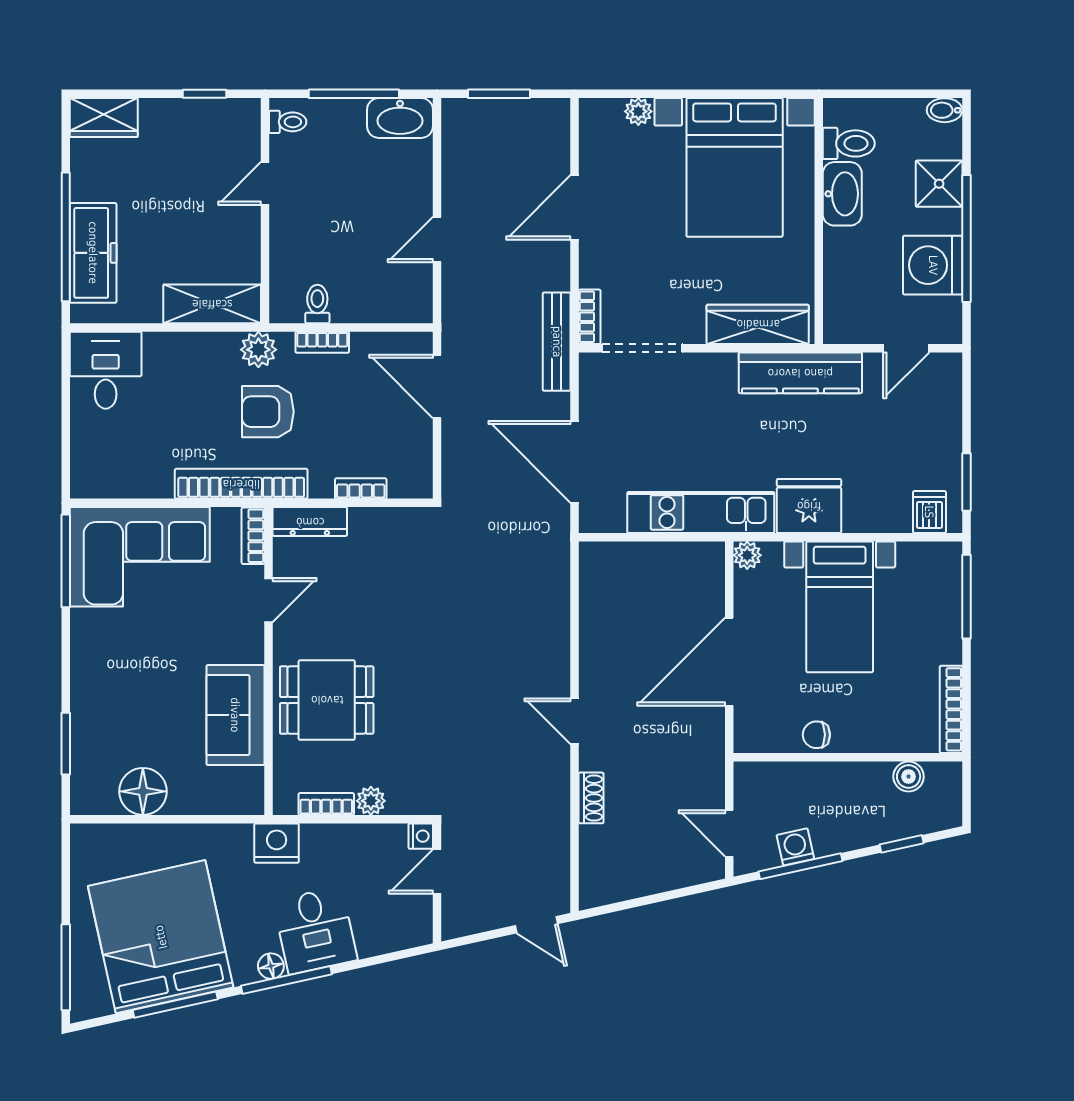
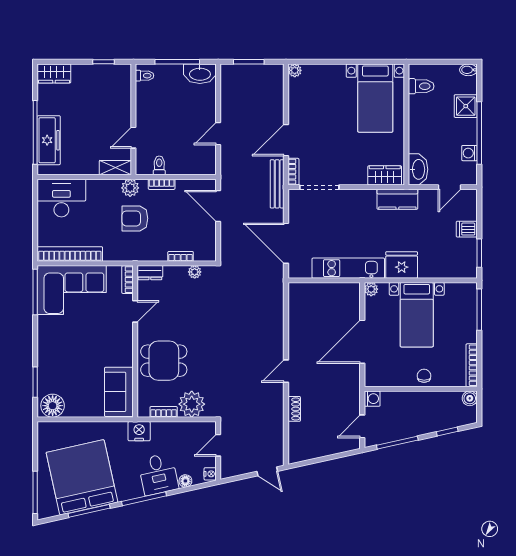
plant: (638, 111) -> (295, 70), moved
bed with nightstands: (735, 167) -> (375, 98), width x0.73
door: (265, 183) -> (133, 138), moved
washbasin: (842, 194) -> (418, 169), moved
door: (575, 207) -> (286, 140), moved
washing machine: (933, 265) -> (469, 153), width x0.53, depth x0.53
shelving: (212, 304) -> (115, 168), width x0.67, depth x0.75
wardrobe: (758, 324) -> (385, 175), width x0.67
desk: (106, 370) -> (61, 198), width x1.37
kitchen counter: (800, 373) -> (397, 199), width x0.67
bookcase: (241, 484) -> (70, 254), moved
dishwasher: (929, 512) -> (467, 229), moved, turned -90
plant: (389, 520) -> (195, 272), added
dresser: (310, 522) -> (150, 273), width x0.70
sofa: (235, 715) -> (119, 392), moved
door: (575, 721) -> (286, 371), hinge flipped
chair: (816, 735) -> (424, 376), moved, turned 90
boiler: (909, 777) -> (470, 398), moved
floor lamp: (143, 791) -> (53, 406), moved
plant: (371, 801) -> (192, 404), width x1.88, depth x1.88
door: (729, 833) -> (362, 426), hinge flipped
nightstand: (421, 836) -> (210, 474), moved
washing machine: (795, 847) -> (372, 399), moved, turned 102
floor lamp: (271, 966) -> (185, 481), moved

